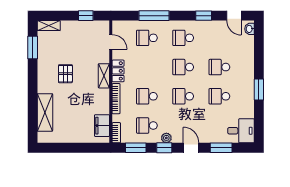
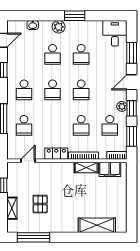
shelving: (49, 26) -> (12, 208), moved
washbasin: (249, 29) -> (33, 25), moved
window: (33, 48) -> (33, 237), width x1.44
plant: (248, 73) -> (59, 27), added
pallet: (65, 74) -> (40, 204), moved, turned 90
shelving: (104, 76) -> (86, 168), moved

